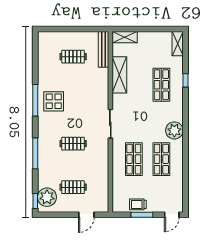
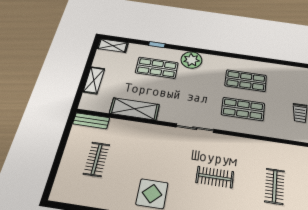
shelving: (125, 37) -> (94, 80), moved
bench: (103, 49) -> (91, 121), width x0.73
plant: (174, 130) -> (191, 60), moved
clothes rail: (73, 144) -> (215, 177), turned 90

